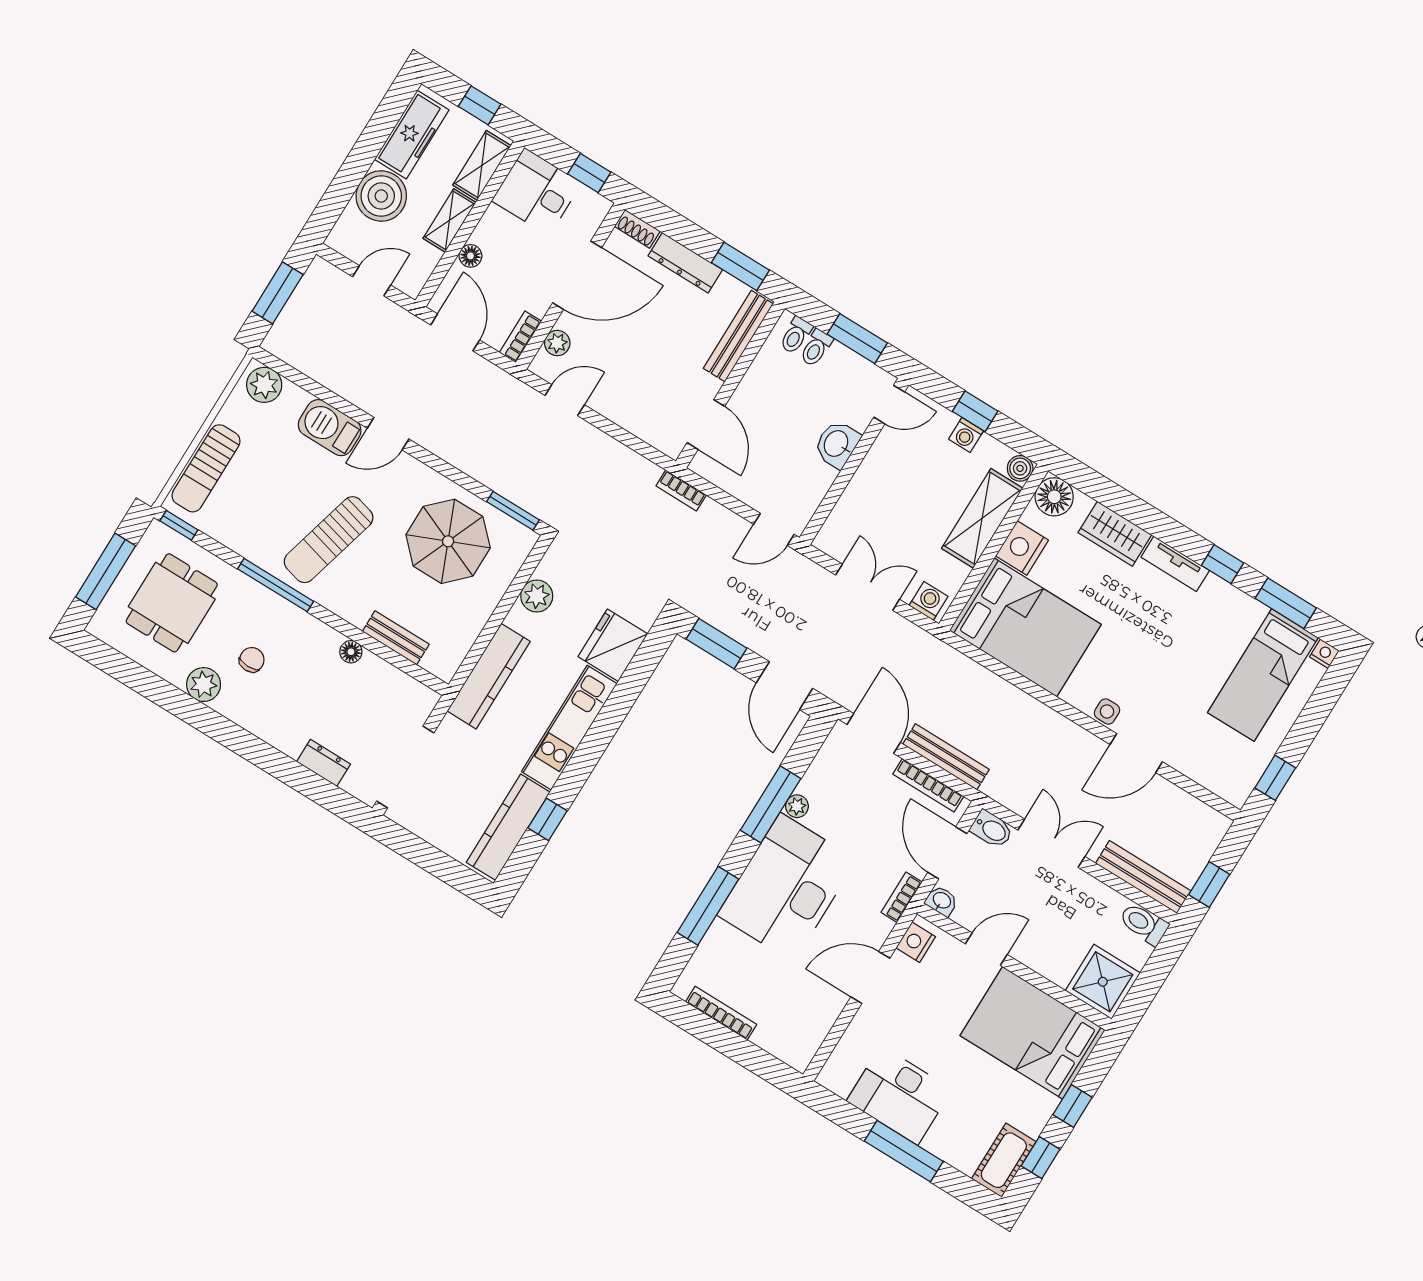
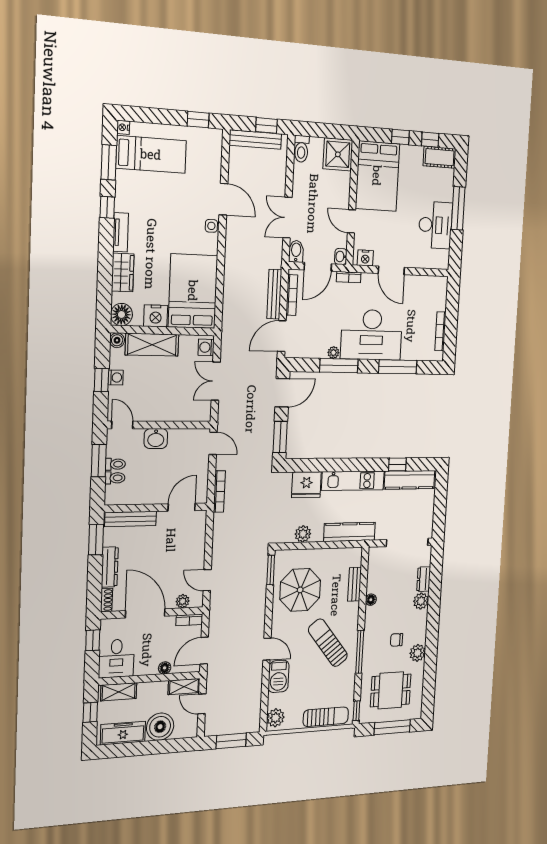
shelving: (449, 220) -> (184, 687), moved
toilet: (796, 335) -> (115, 464), moved
bookcase: (681, 490) -> (219, 491), width x1.56
sun lounger: (329, 540) -> (328, 643), turned -143
plant: (289, 738) -> (421, 601), added
bench: (1143, 877) -> (255, 140), moved, turned 90

